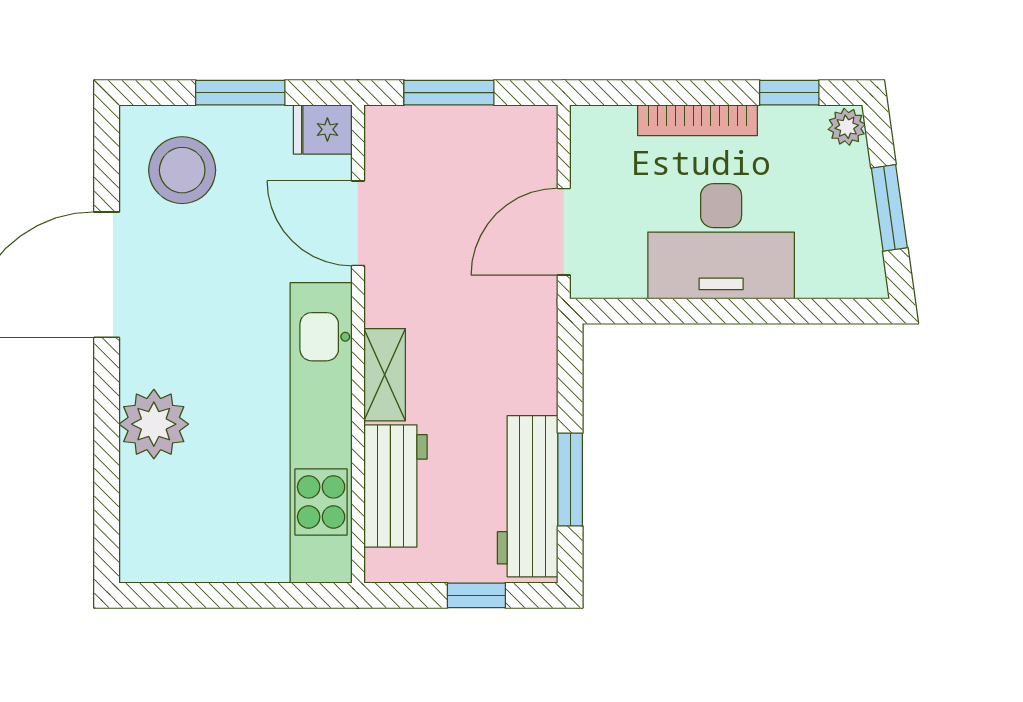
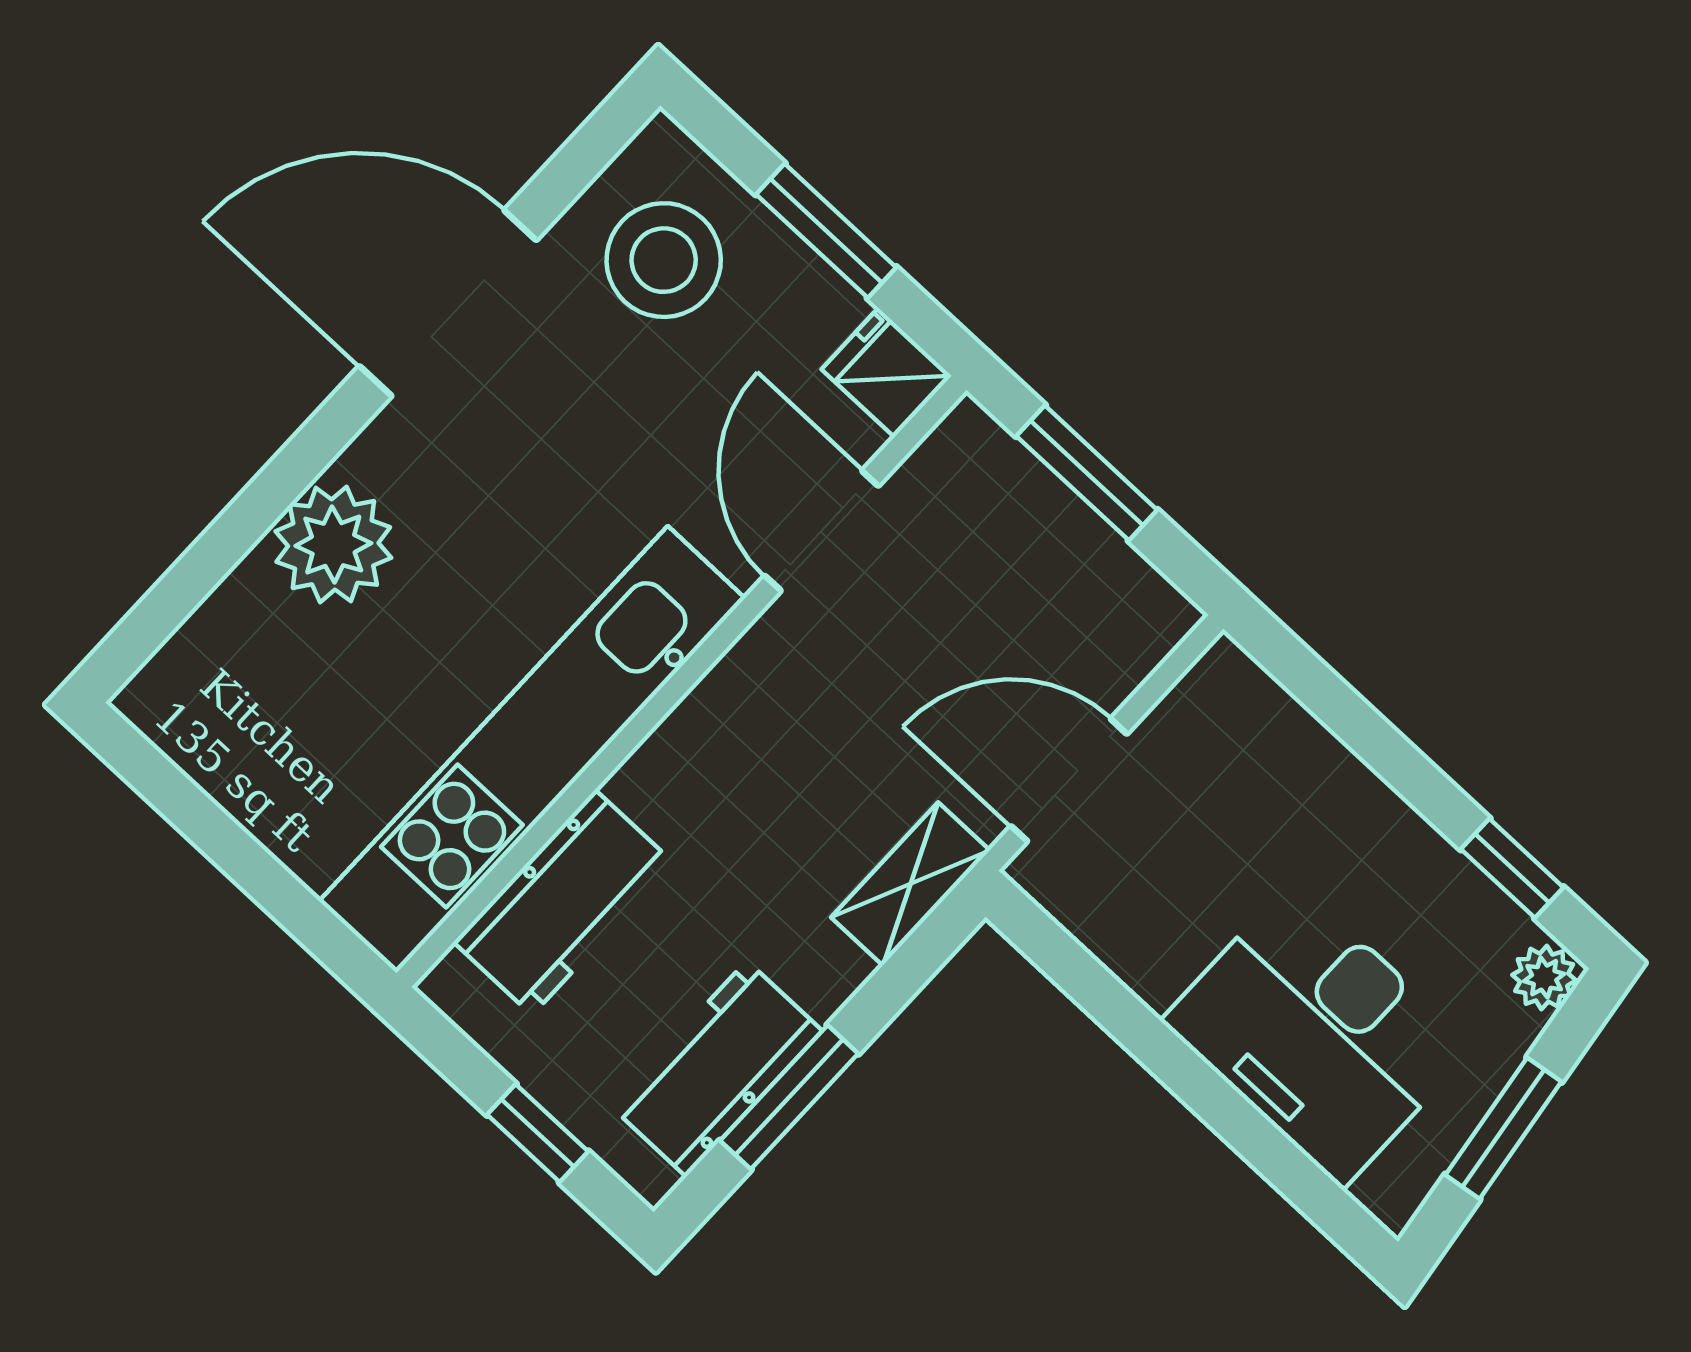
bookcase: (697, 120) -> (1365, 796), removed
desk: (721, 241) -> (1318, 1034), moved
shelving: (385, 375) -> (910, 884), moved
workbench: (528, 496) -> (717, 1069), width x0.73

